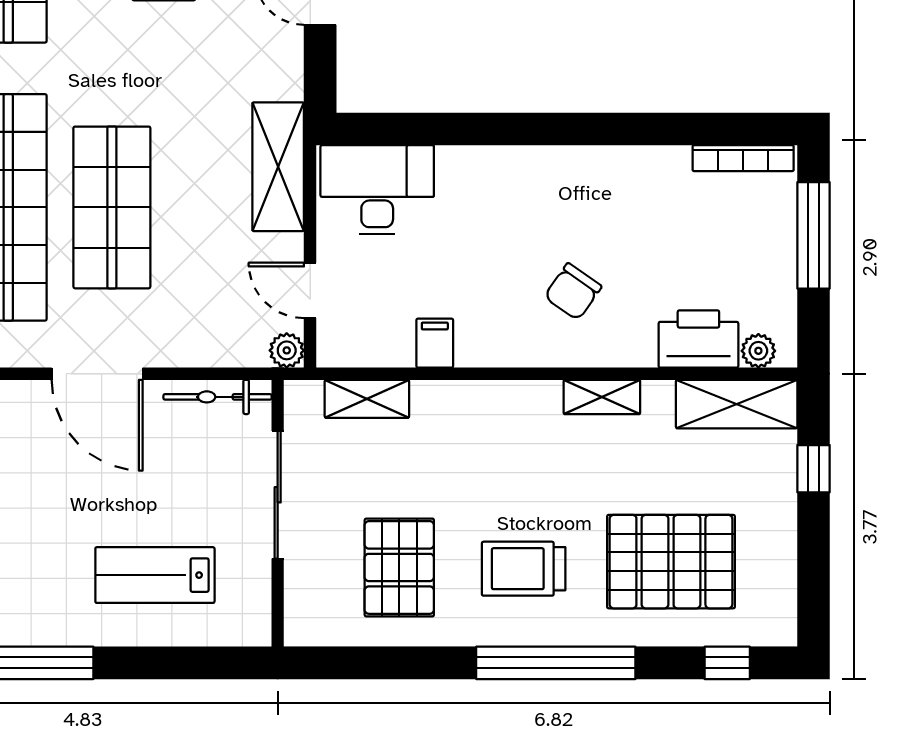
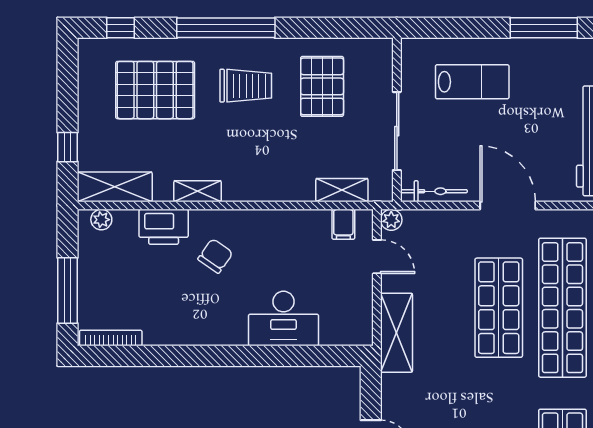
desk: (377, 190) -> (283, 319), moved
printer: (698, 339) -> (164, 227), moved
filing cabinet: (435, 343) -> (343, 224), moved

